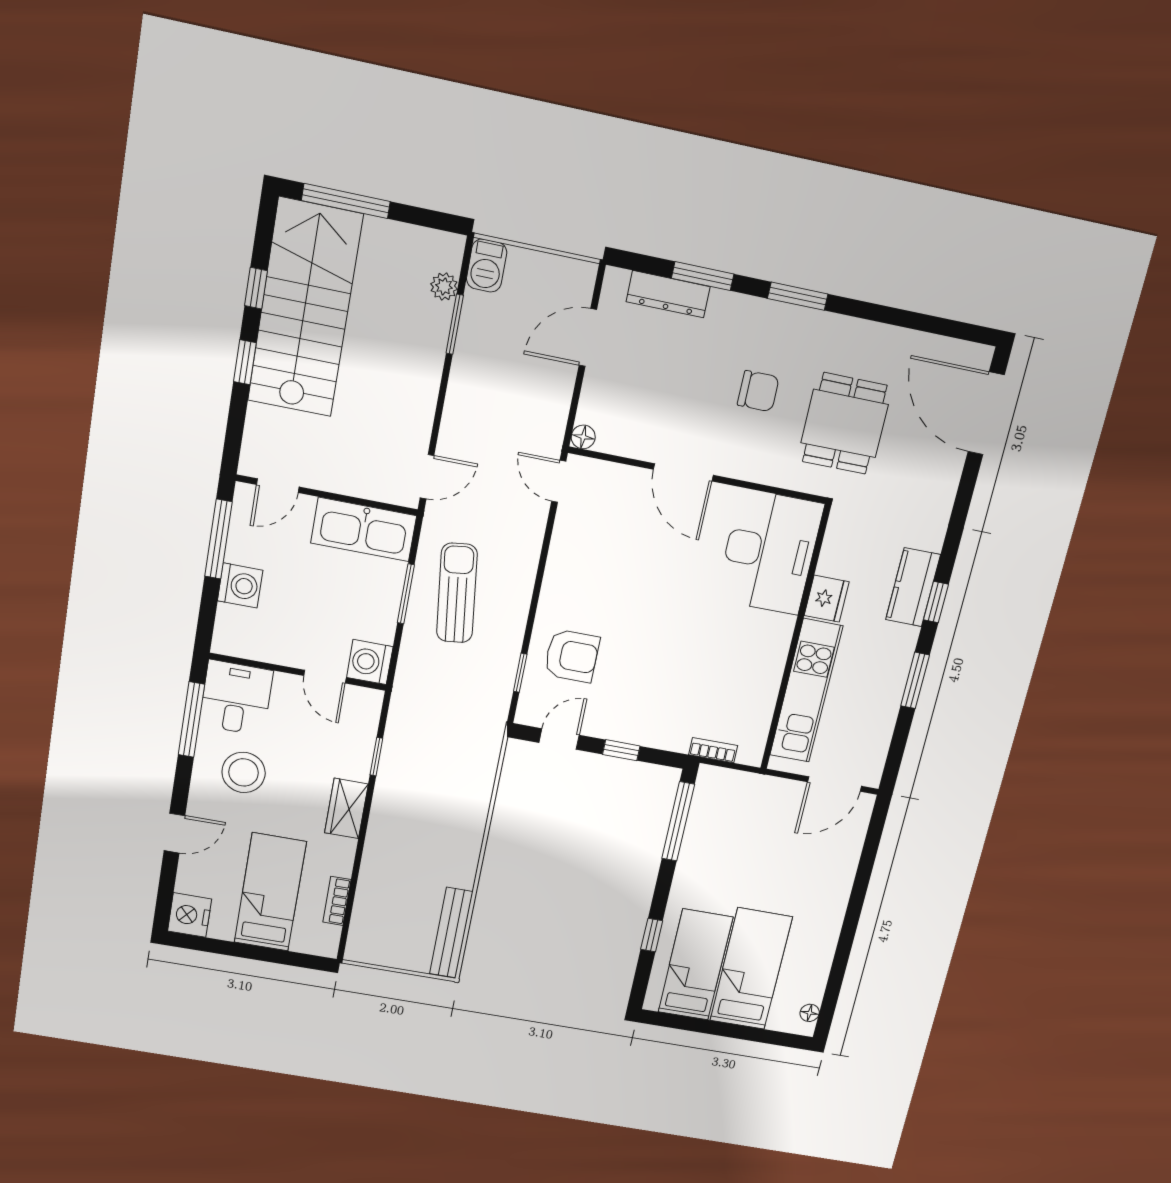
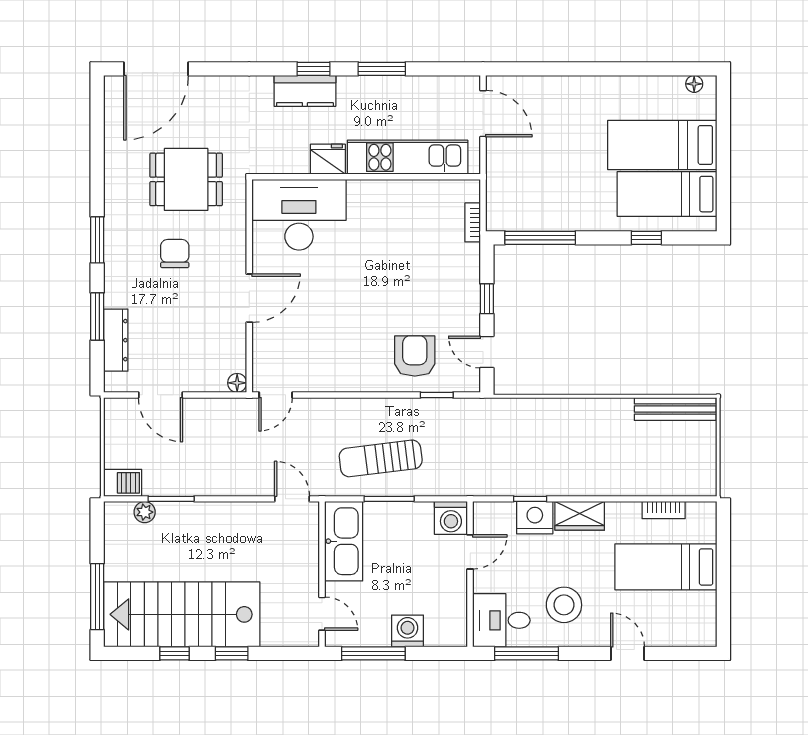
nightstand: (190, 915) -> (535, 518), moved, turned 180

